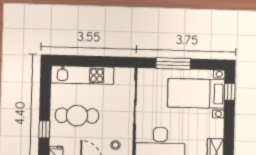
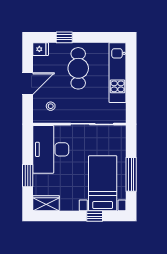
window: (173, 63) -> (131, 174), moved
window: (230, 92) -> (95, 216), moved

